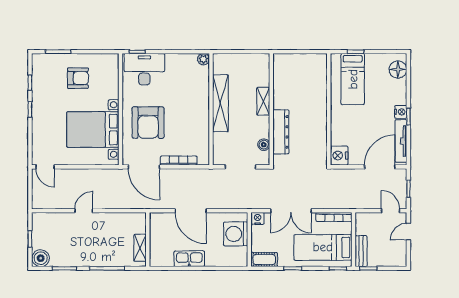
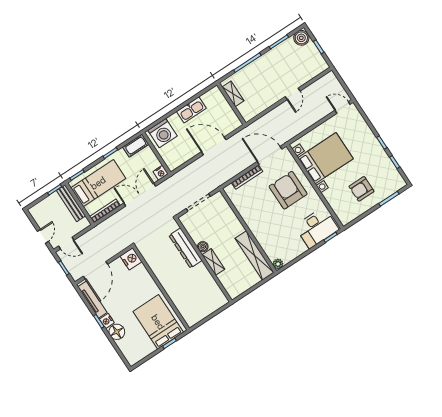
floor lamp: (398, 69) -> (117, 332), moved
bed: (353, 79) -> (158, 322), width x1.50
shelving: (220, 103) -> (254, 255), moved
boiler: (264, 145) -> (203, 247), moved
washing machine: (236, 234) -> (163, 133), moved, turned 90
bench: (361, 251) -> (71, 203), width x1.36

